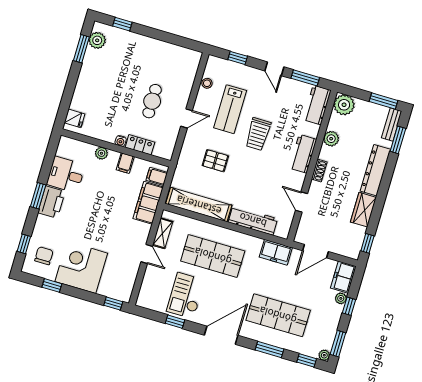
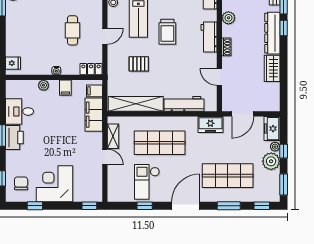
locker: (140, 145) -> (91, 69), moved
window: (367, 243) -> (284, 28), moved
plant: (324, 355) -> (271, 161), moved, width x1.88, depth x1.88

